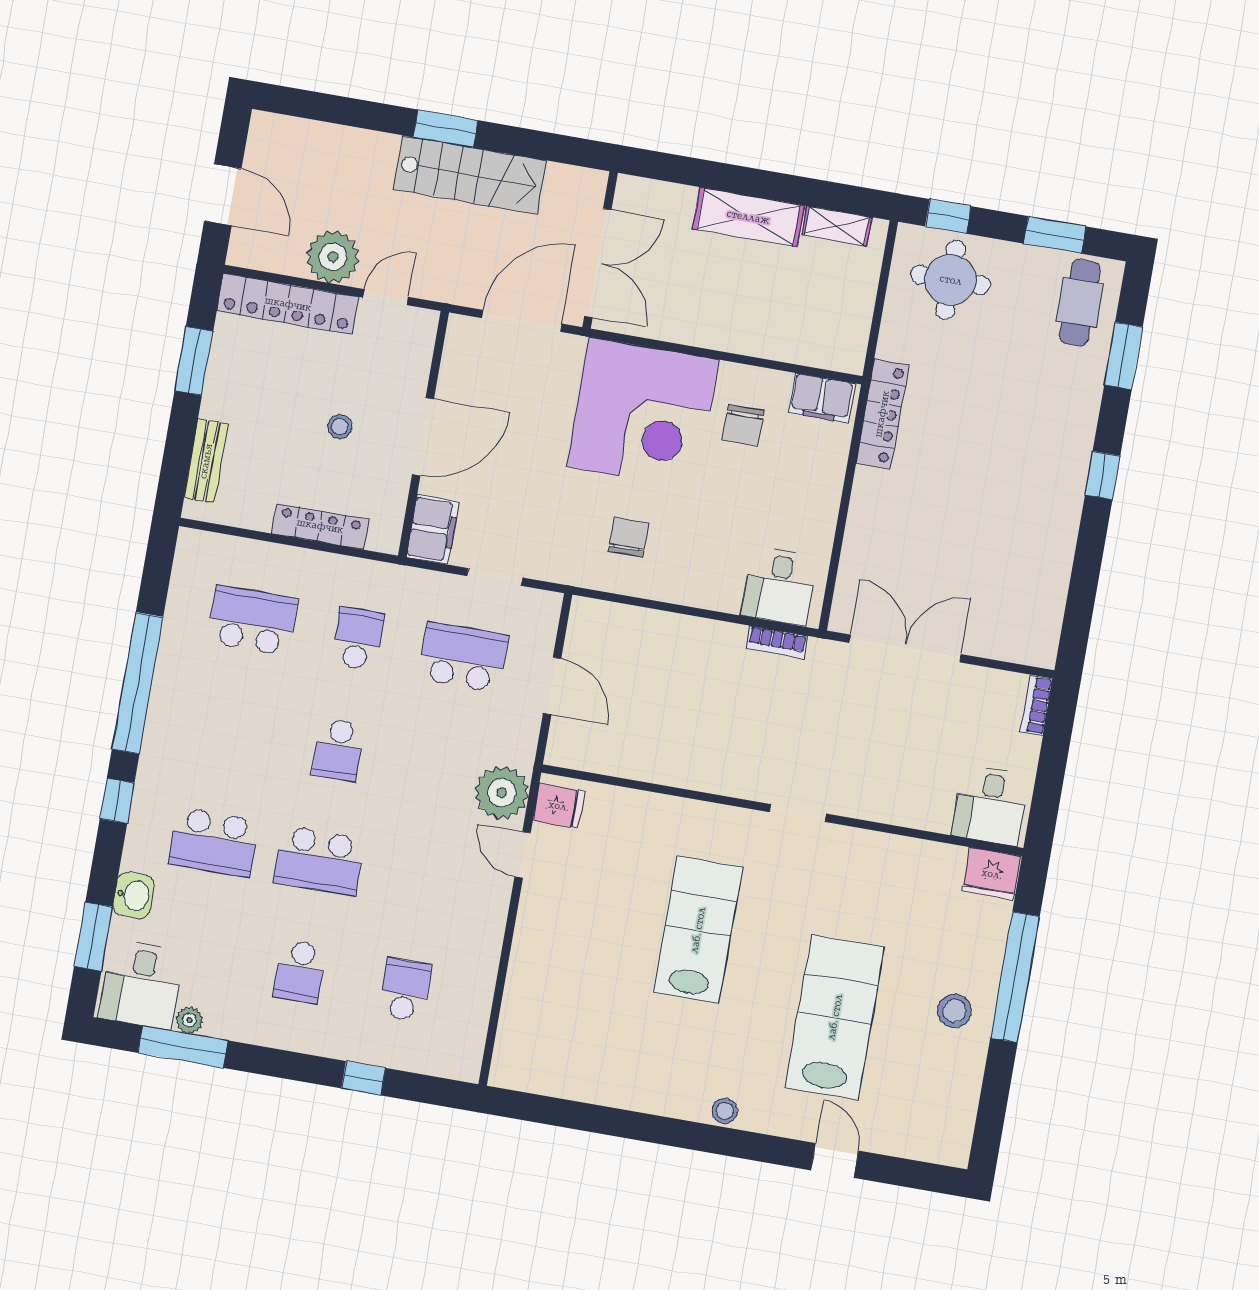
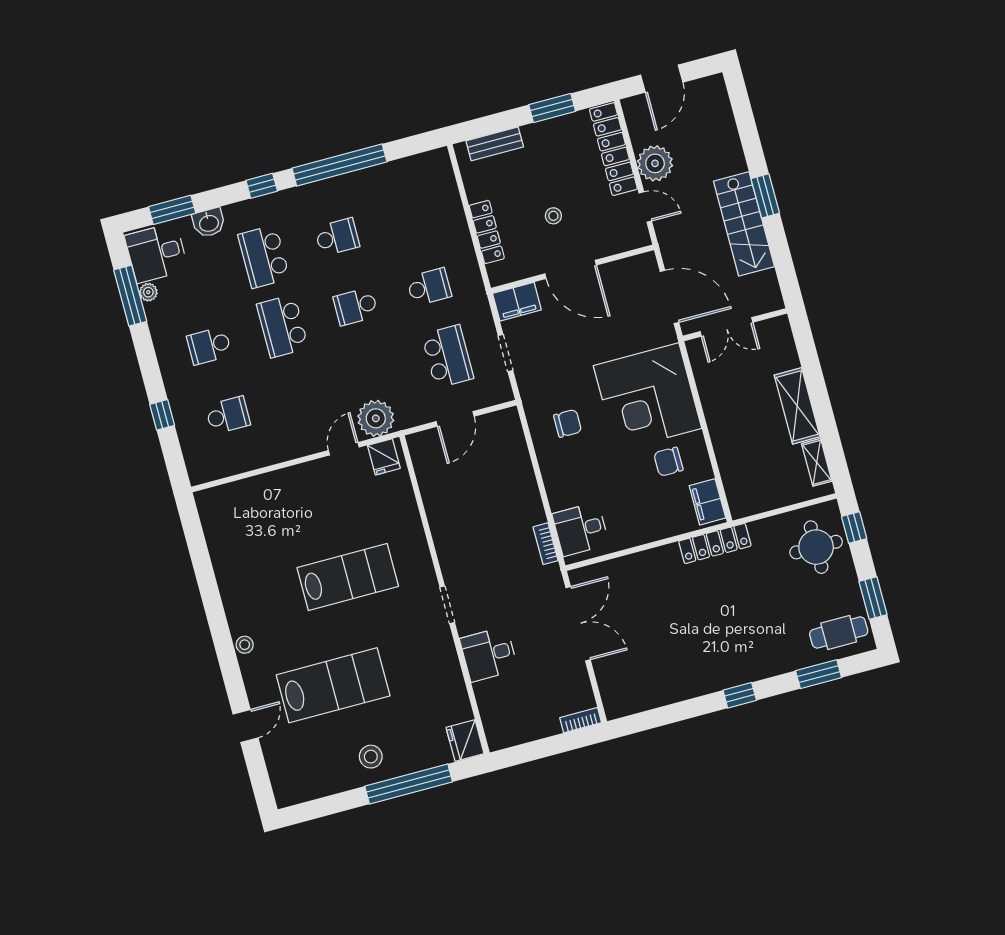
double door: (598, 263) -> (726, 327), width x0.73
school desk: (252, 620) -> (337, 237), moved, width x0.54
desk: (990, 805) -> (489, 654), moved

